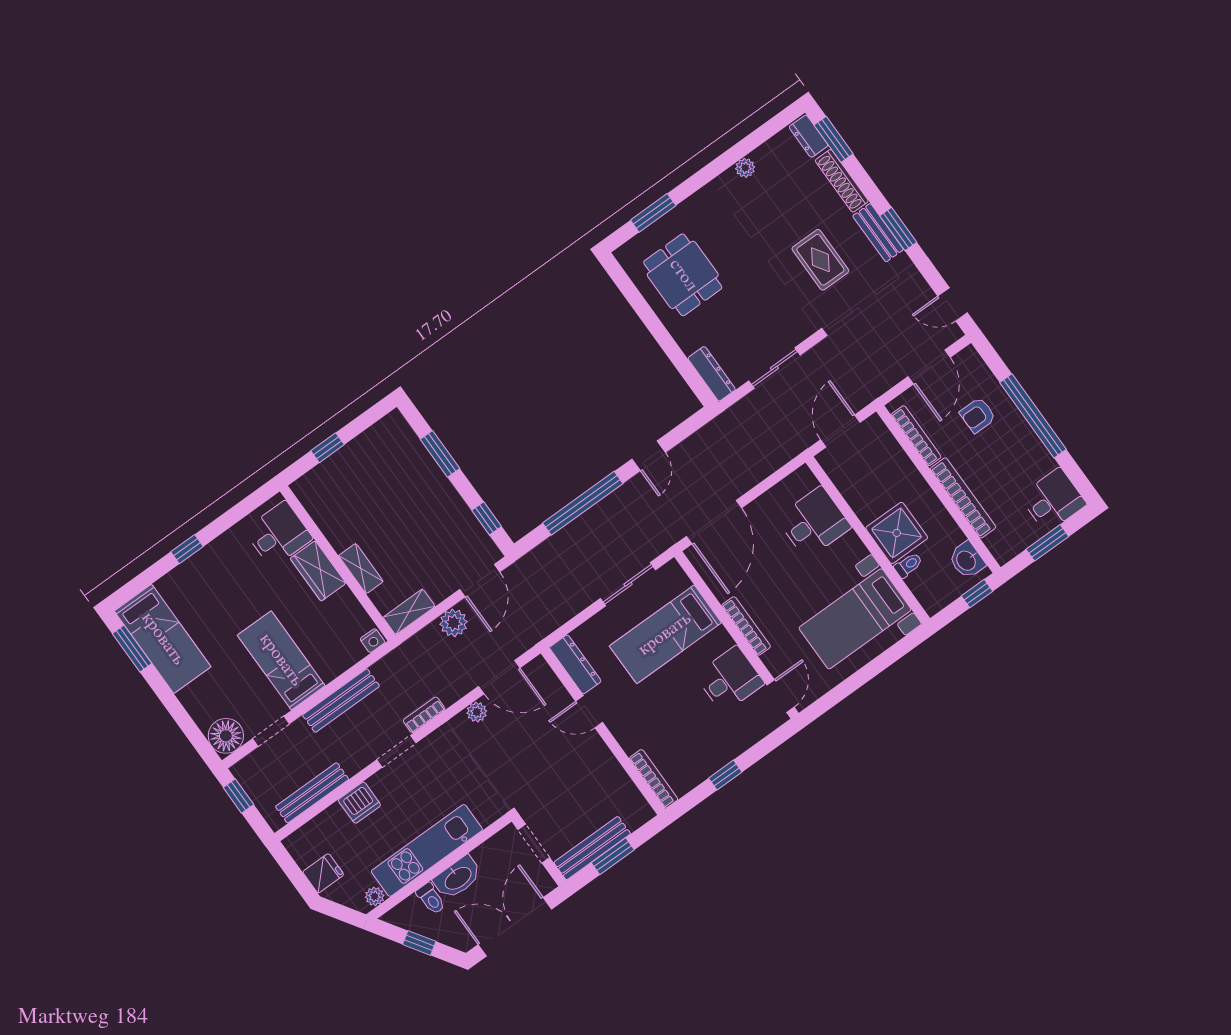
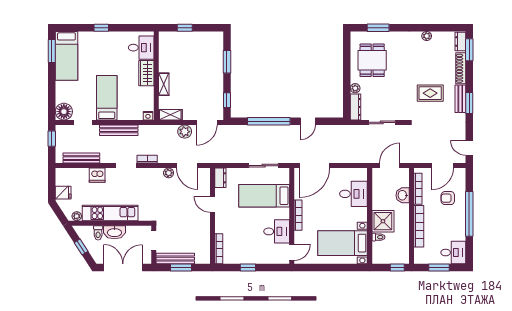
rug: (820, 260) -> (430, 93), turned 90
plant: (688, 343) -> (355, 88), added
washbasin: (967, 560) -> (403, 195), moved
dresser: (575, 664) -> (220, 178), width x0.70

